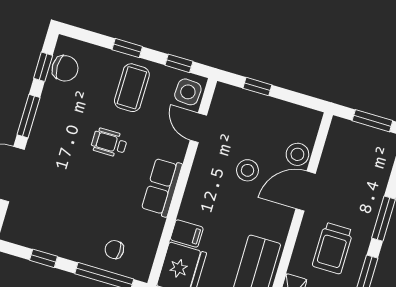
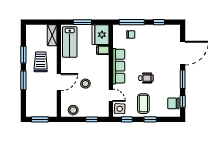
stool: (297, 154) -> (73, 110), moved
row of seats: (162, 187) -> (119, 66), width x1.48

